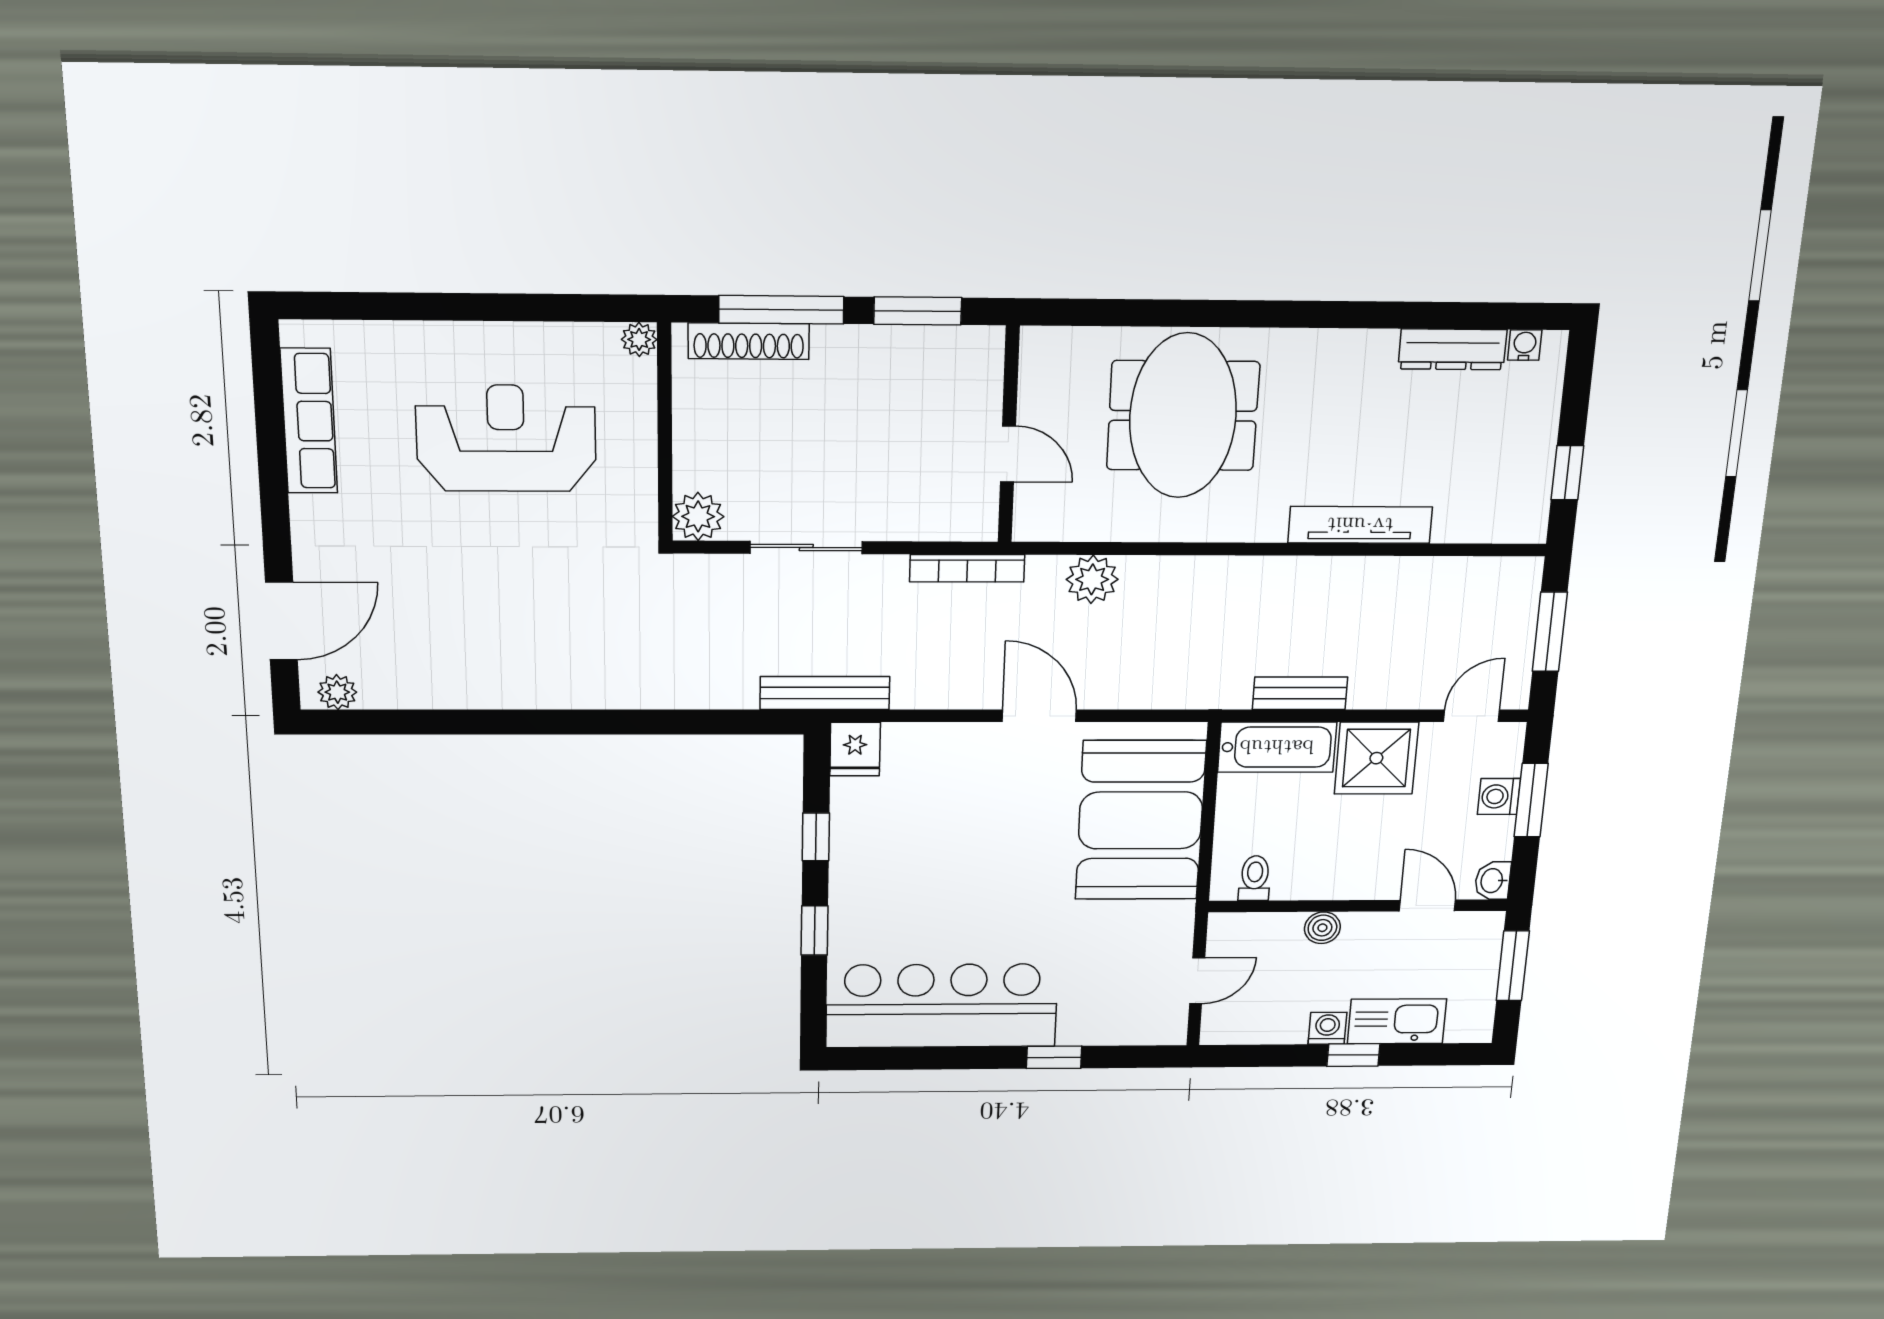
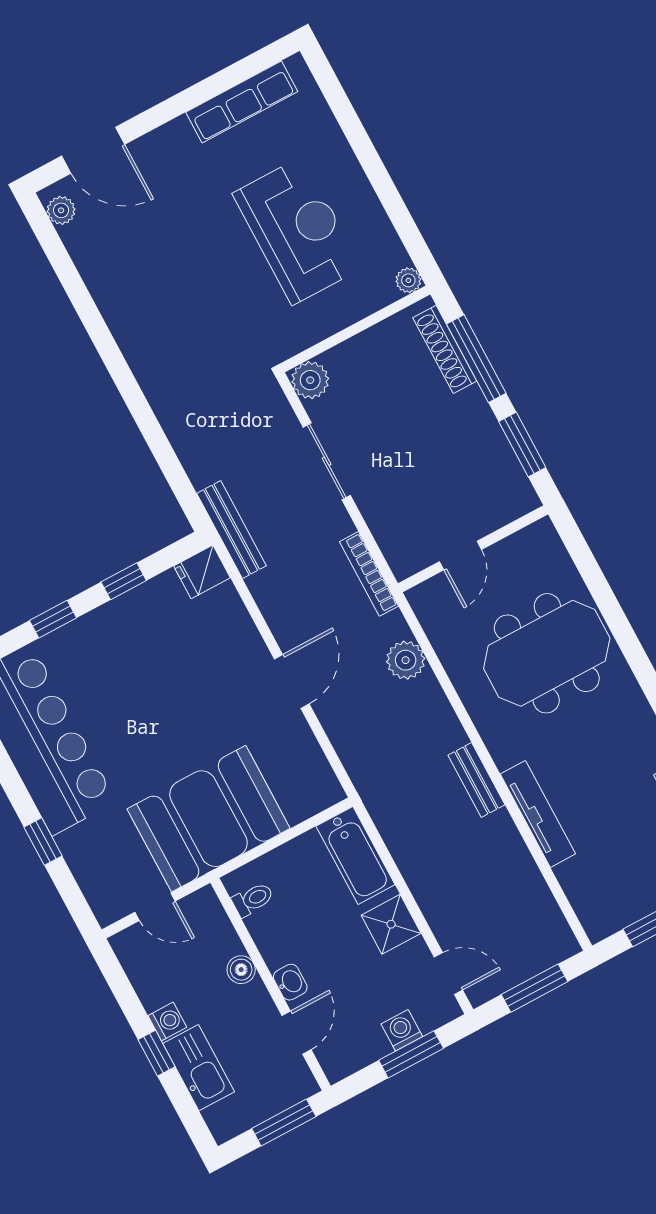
bench: (1300, 693) -> (476, 780), moved
shower: (1376, 758) -> (391, 924), width x0.73, depth x0.73
booth: (1140, 820) -> (209, 819), moved
washbasin: (1493, 881) -> (290, 982), moved, turned 90

